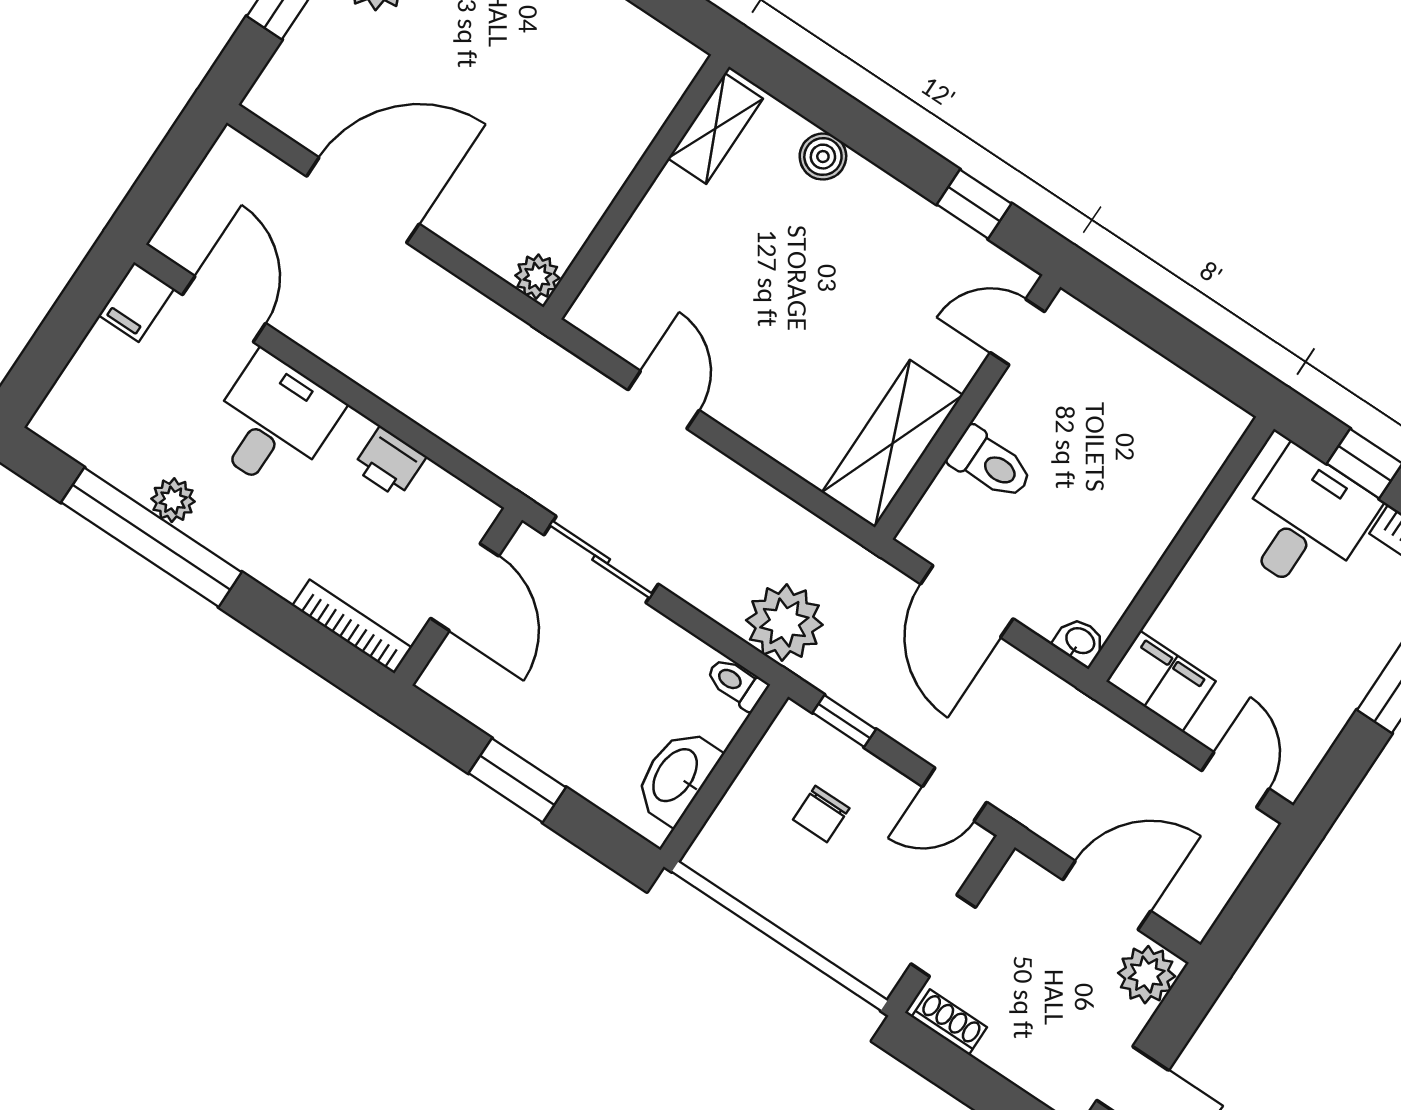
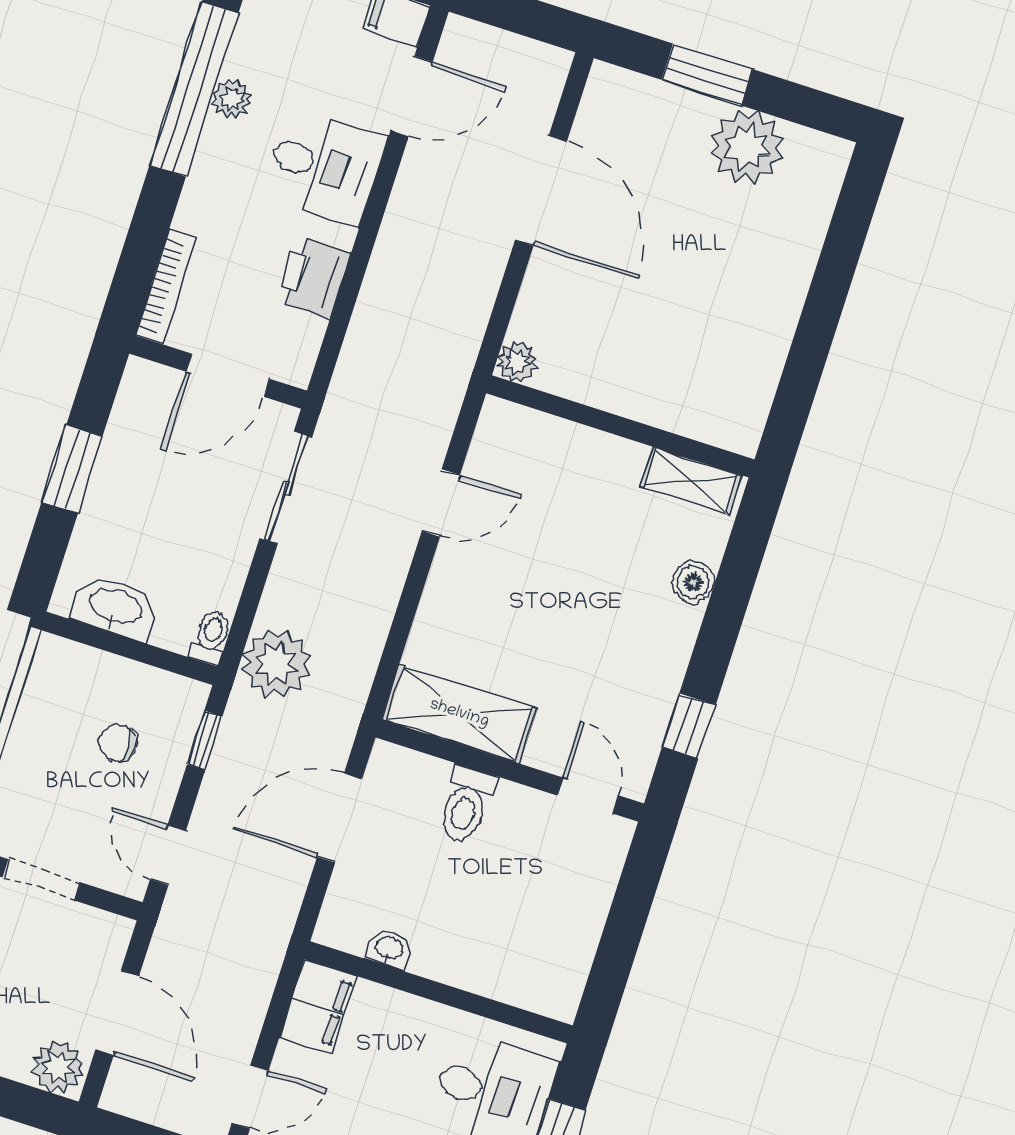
printer: (389, 462) -> (313, 277), width x1.36, depth x1.24
washbasin: (1080, 642) -> (389, 949), moved, turned -90

